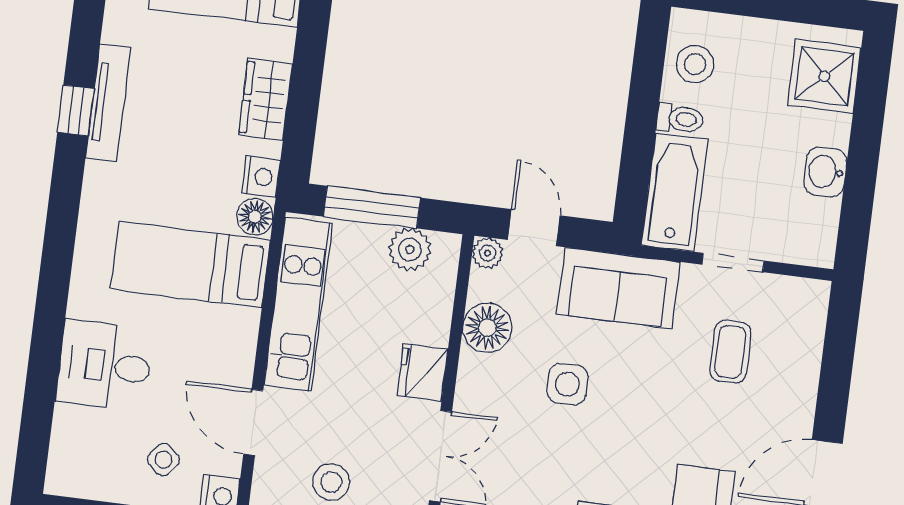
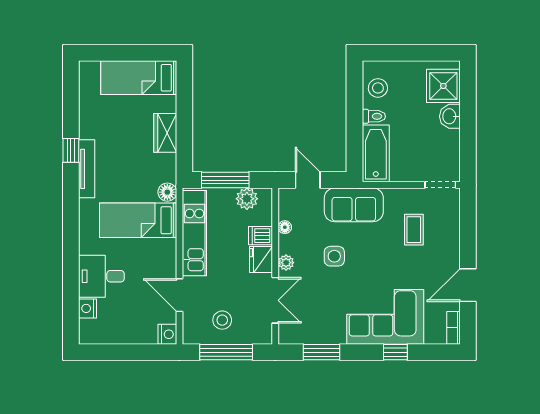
tv unit: (108, 103) -> (87, 169), moved
washbasin: (825, 172) -> (450, 116), moved
nightstand: (261, 177) -> (88, 308), moved, turned 180
plant: (488, 253) -> (286, 263), moved
doorway: (733, 263) -> (440, 185), moved
dishwasher: (428, 325) -> (261, 236), added
floor lamp: (487, 328) -> (285, 227), width x0.53, depth x0.53
side table: (164, 460) -> (137, 319), removed

